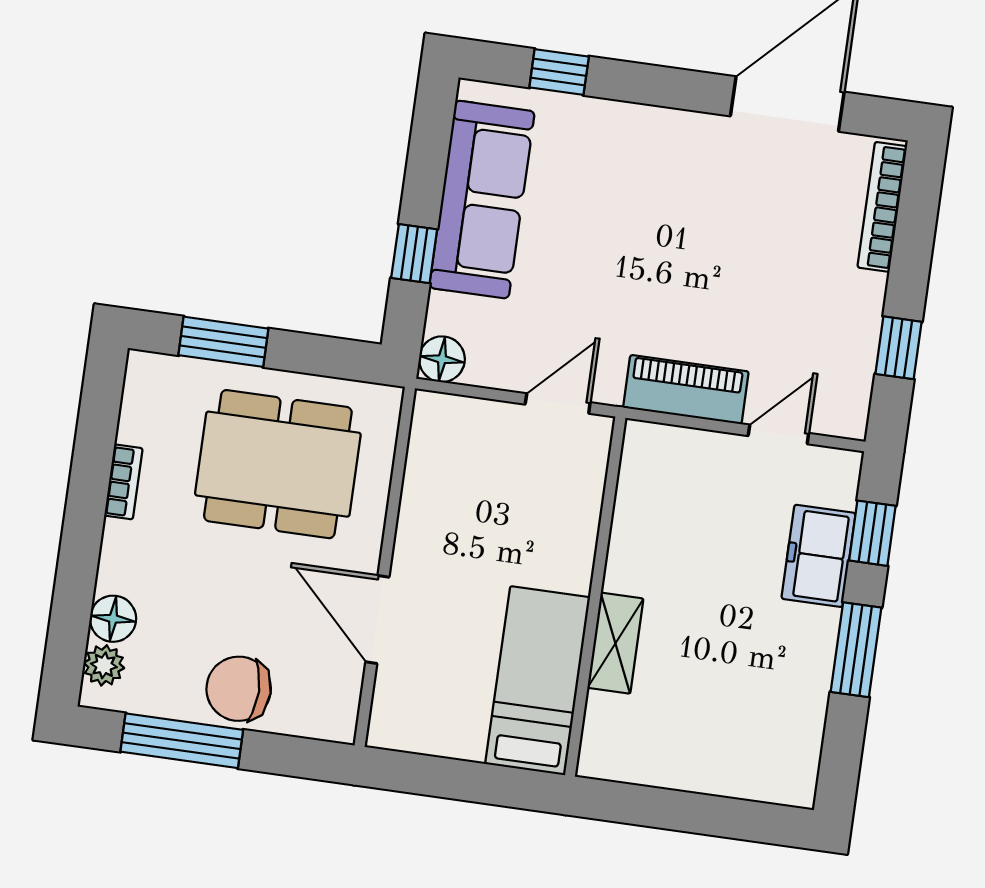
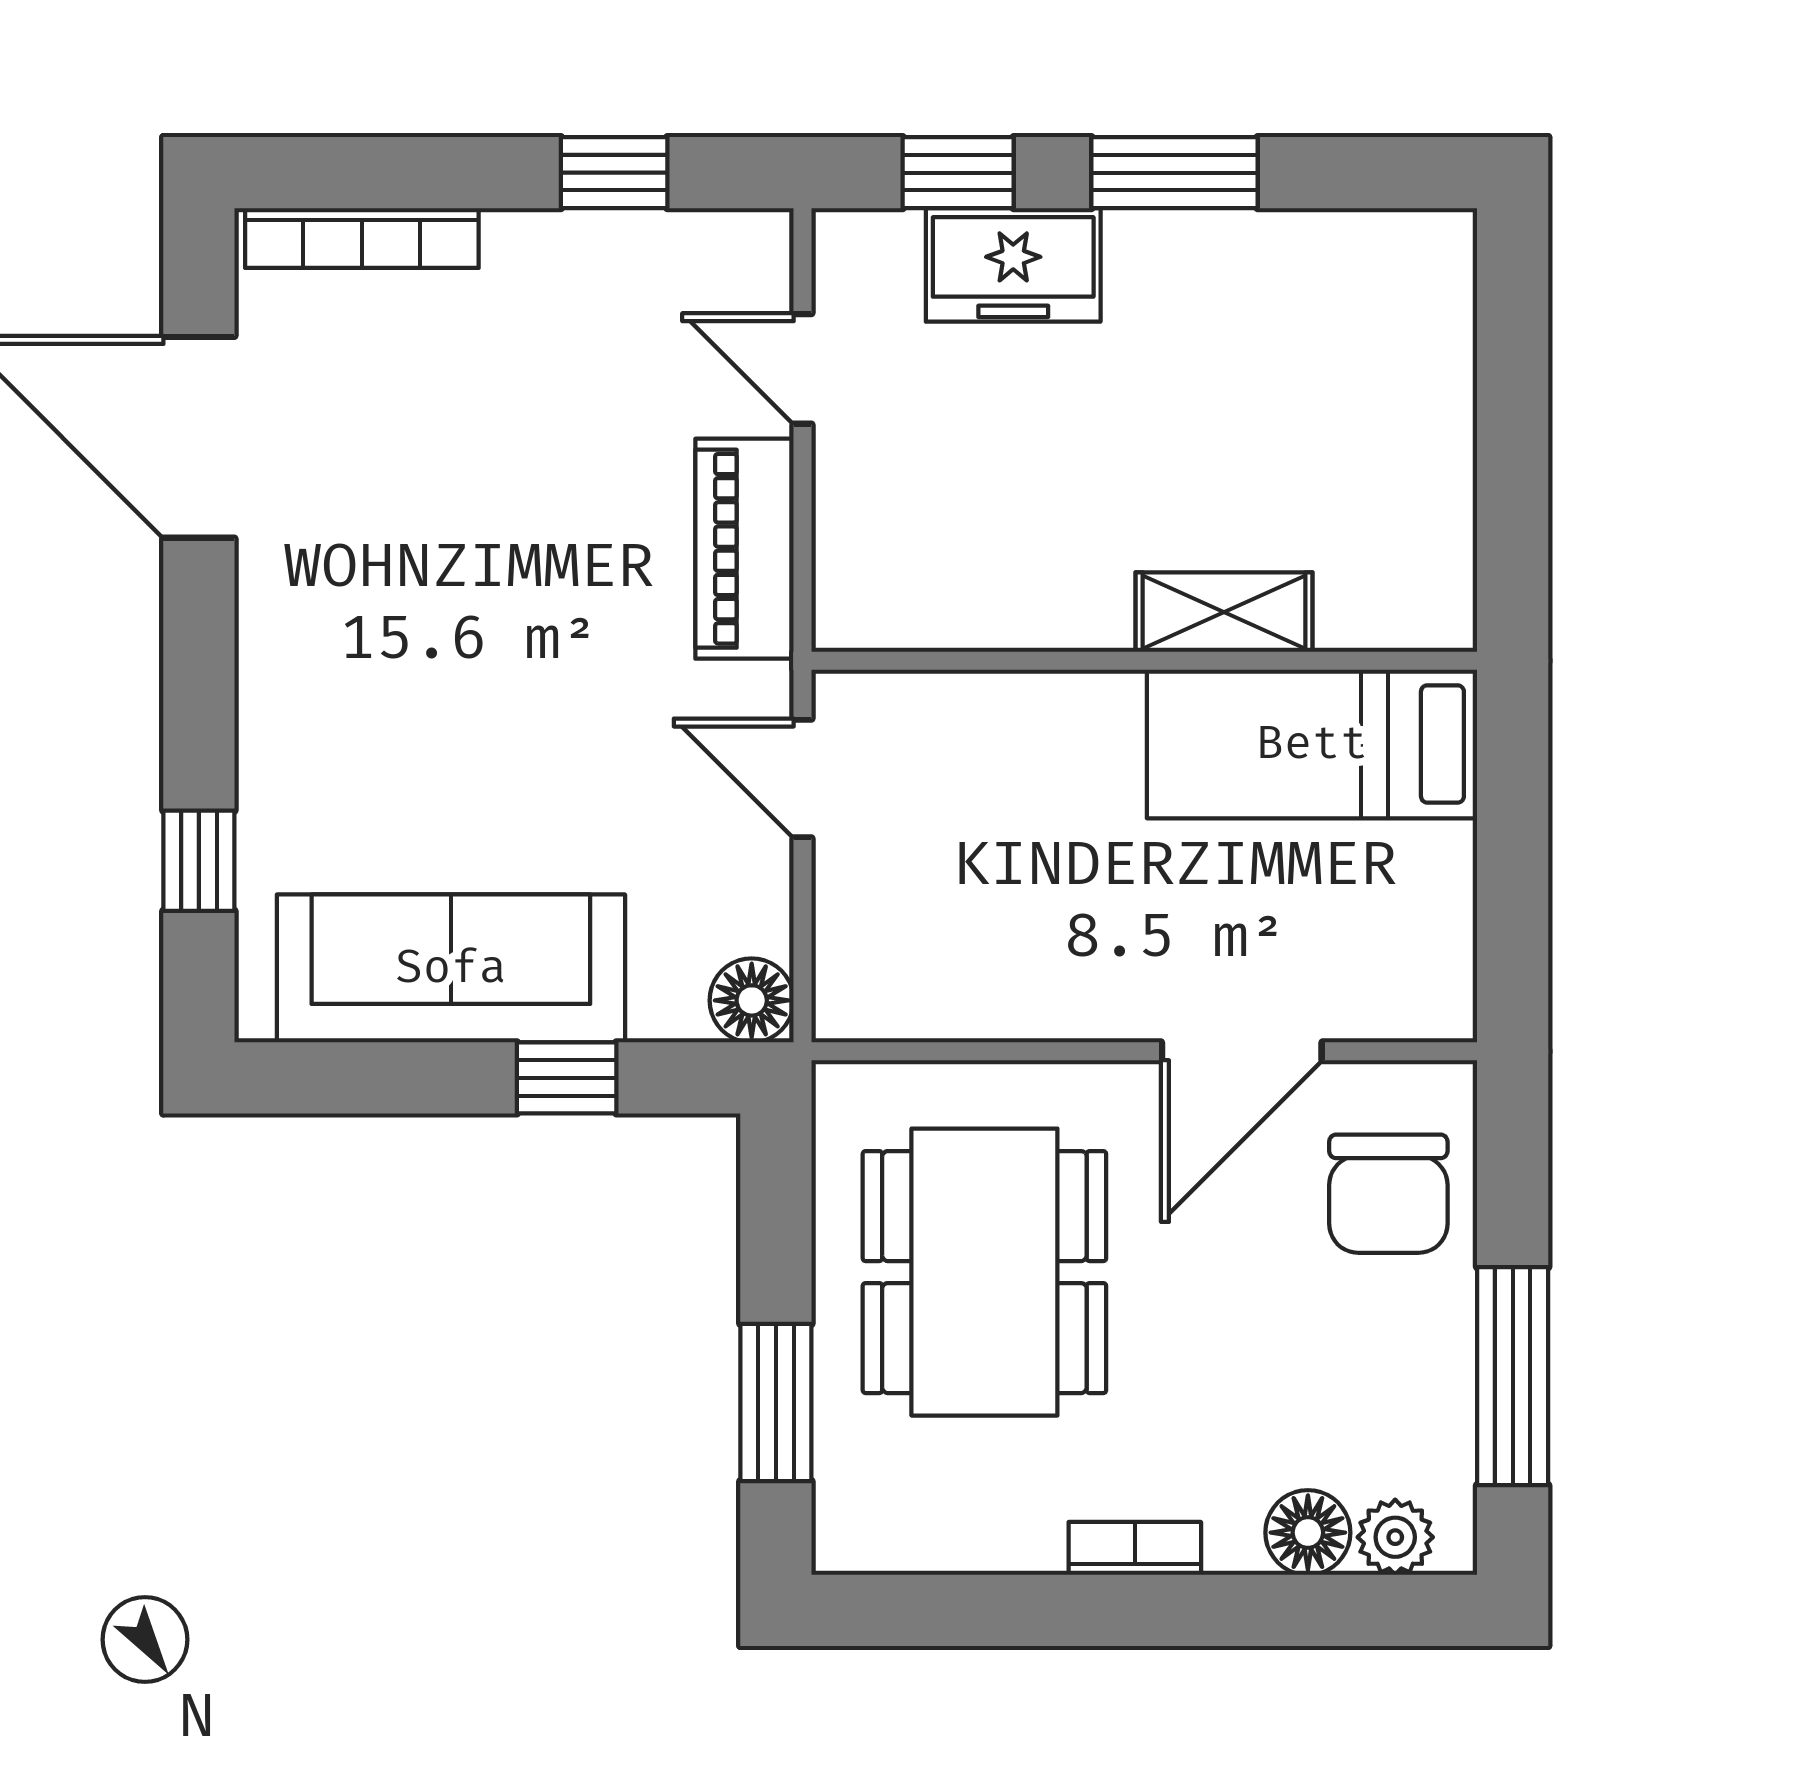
bookcase: (123, 482) -> (1135, 1548), moved
chair: (239, 689) -> (1388, 1194), moved

